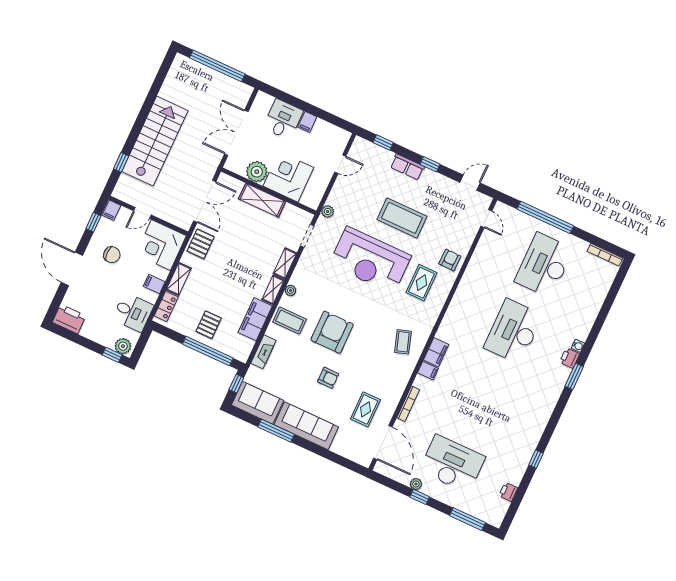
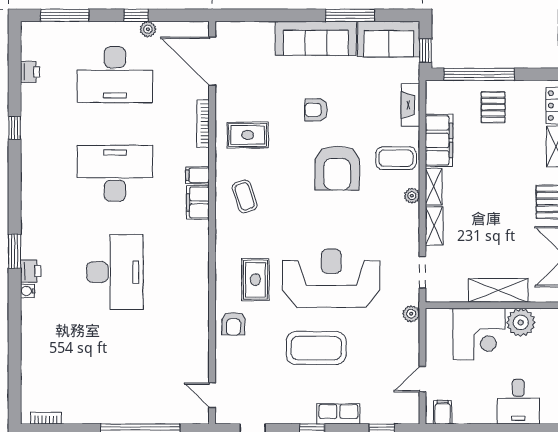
filing cabinet: (307, 122) -> (443, 412), moved
bookcase: (605, 255) -> (46, 418), width x0.64
desk: (544, 265) -> (115, 173), moved, turned -90
rug: (365, 409) -> (248, 135), moved, turned 90

